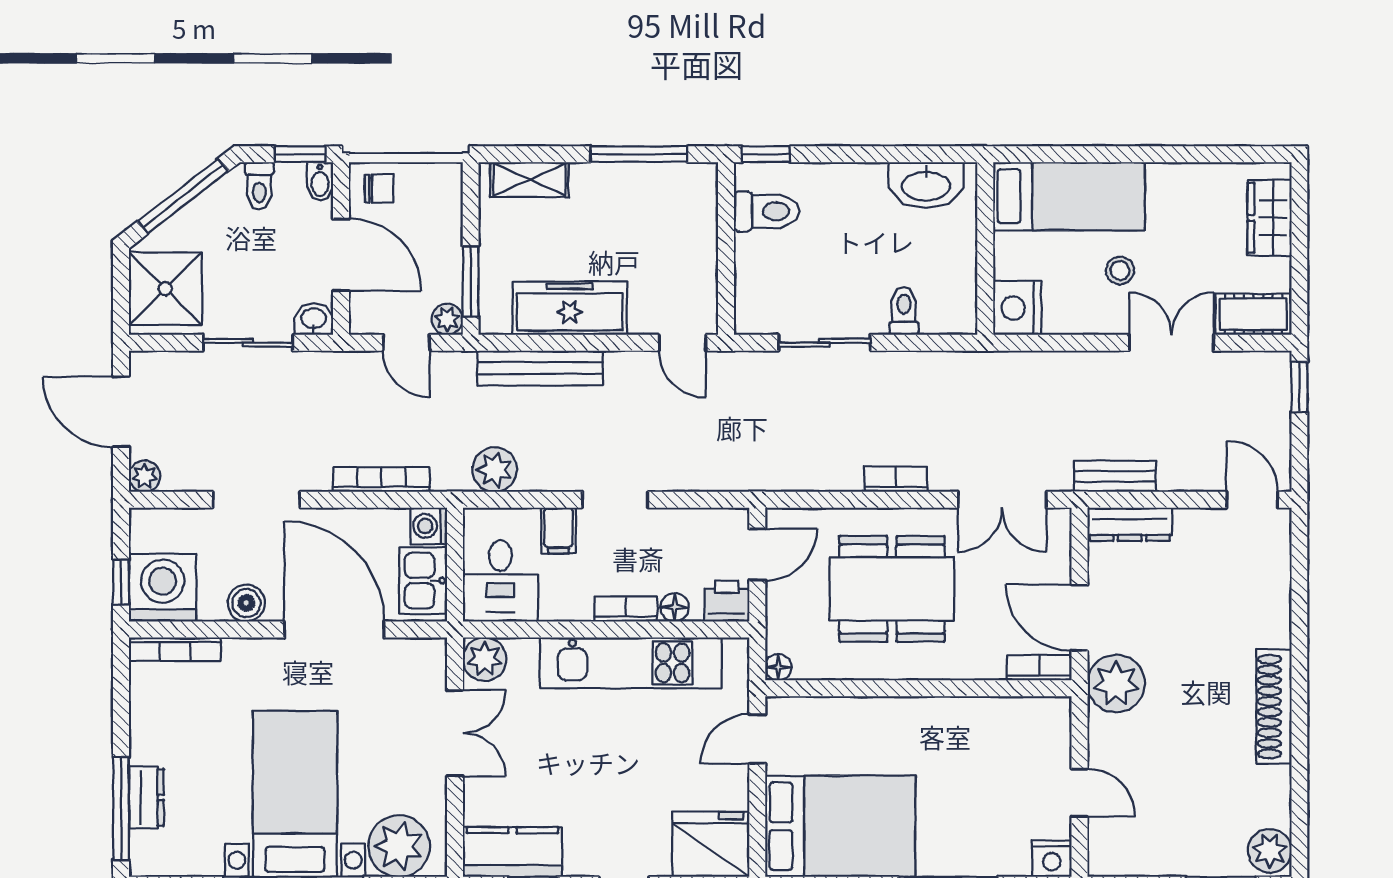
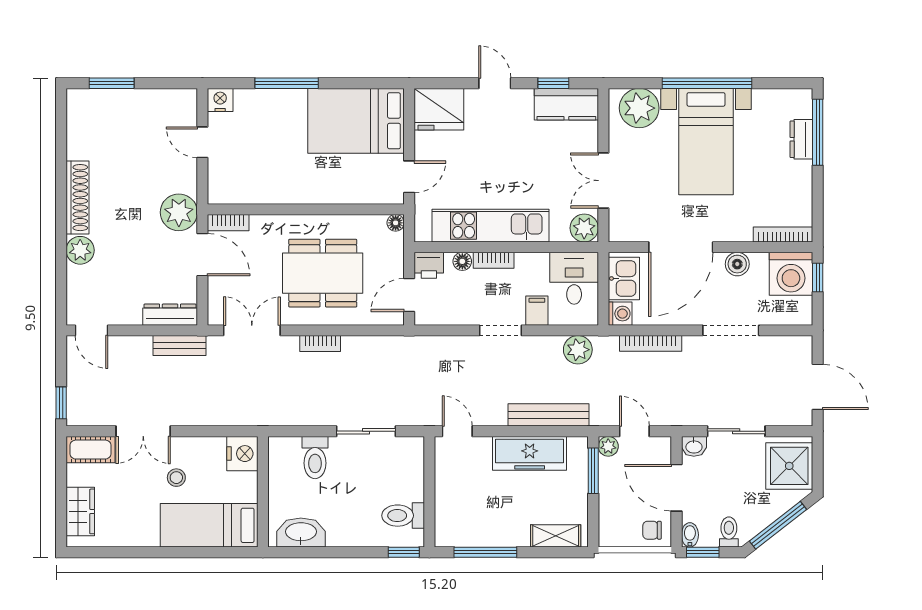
toilet: (904, 311) -> (315, 458), width x1.37, depth x1.39
plant: (145, 476) -> (803, 345), removed
door: (334, 629) -> (681, 247), hinge flipped
plant: (1270, 851) -> (80, 250), moved

